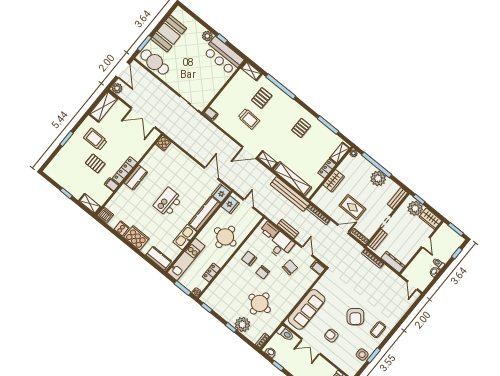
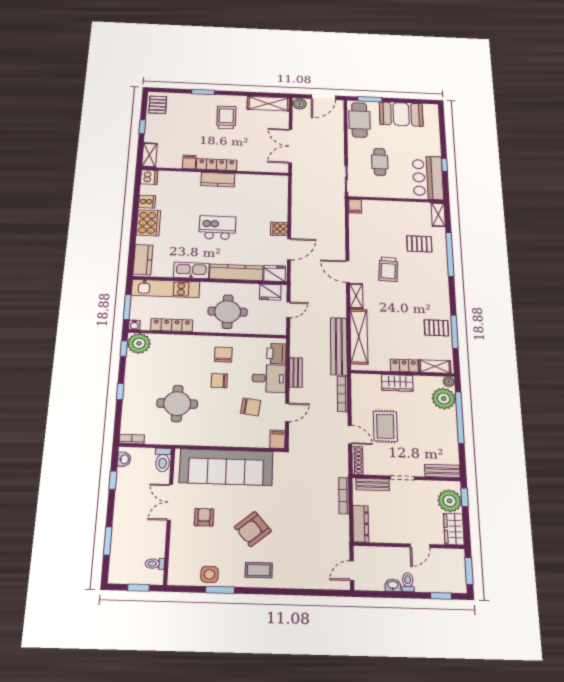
plant: (207, 36) -> (434, 150), removed
cafe table: (192, 75) -> (380, 162), added
trolley: (249, 119) -> (388, 269), moved
pallet: (301, 128) -> (436, 328), moved
cooker: (163, 143) -> (279, 229), moved
pallet: (95, 163) -> (158, 105), moved
plant: (378, 178) -> (444, 399), moved
locker: (211, 273) -> (172, 325), width x1.53
sofa: (307, 309) -> (226, 467), width x1.36, depth x1.27
plant: (242, 324) -> (139, 343), moved

